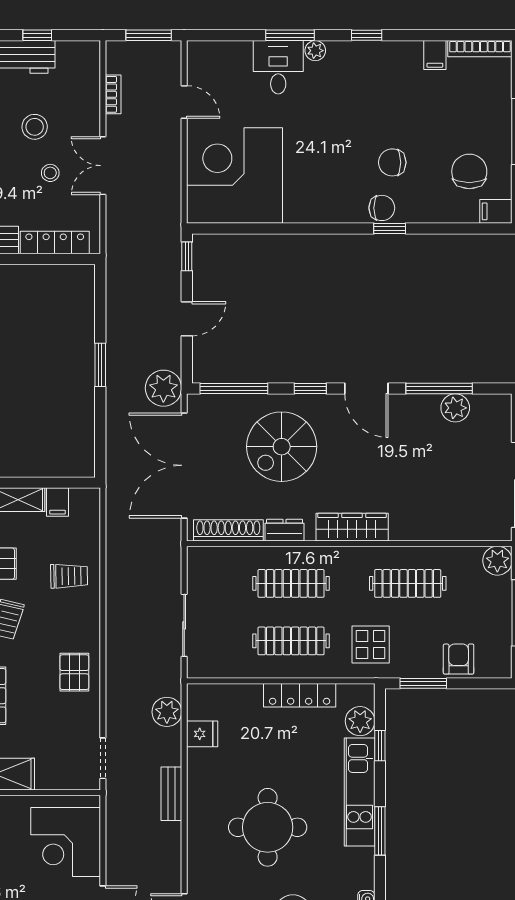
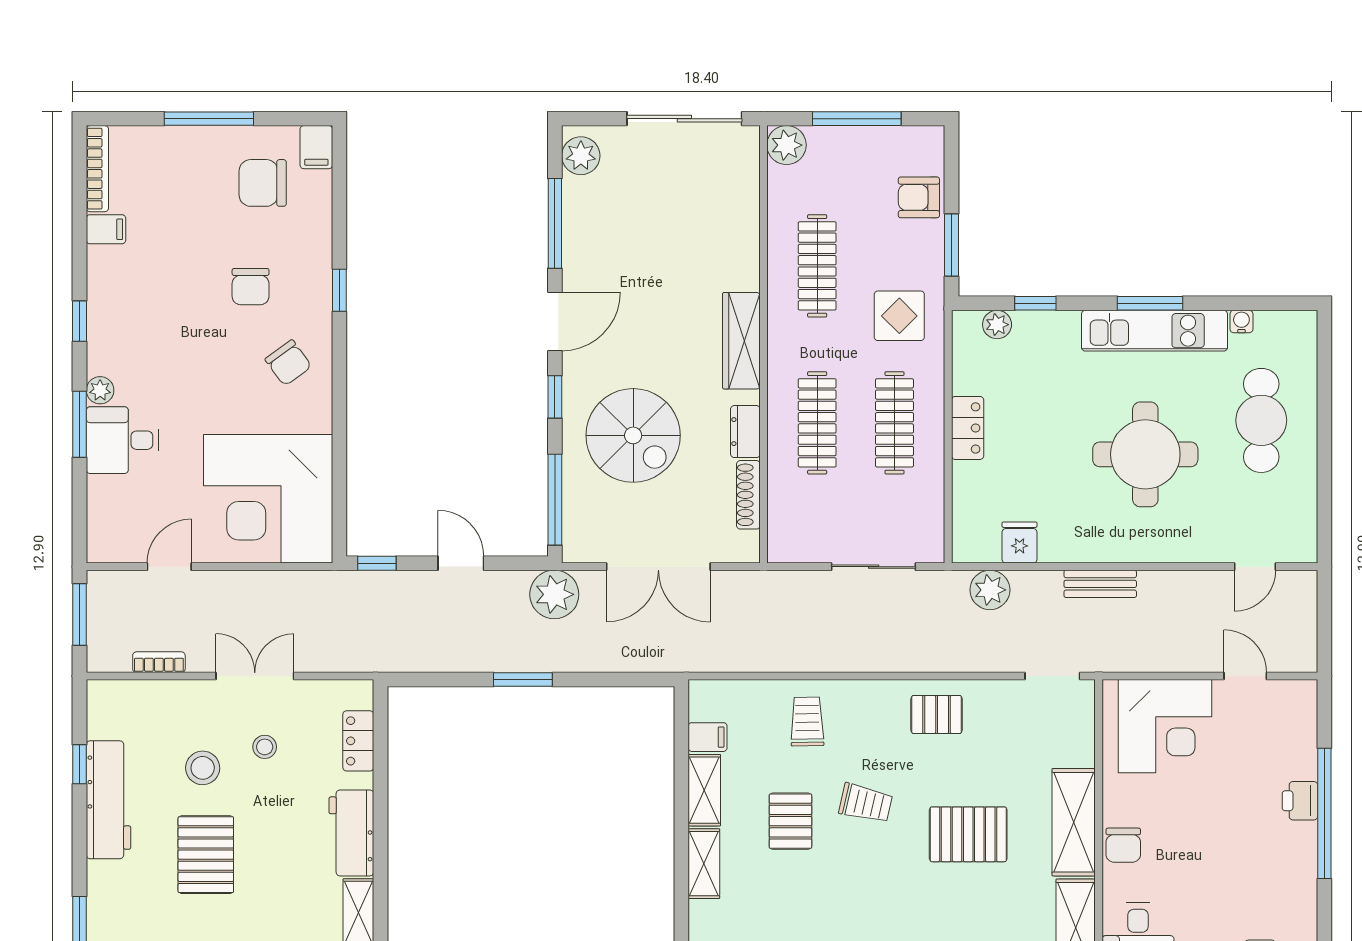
double door: (103, 166) -> (255, 676), swing flipped
chair: (382, 208) -> (288, 363), moved, turned 144
locker: (55, 243) -> (358, 741), width x0.66
plant: (455, 408) -> (581, 156), moved
double door: (184, 465) -> (658, 567), width x0.73
shoe rack: (228, 530) -> (748, 495), width x0.74, depth x0.81
locker: (300, 695) -> (968, 428), width x0.66
plant: (360, 721) -> (997, 325), width x0.73, depth x0.73
kitchen unit: (360, 792) -> (1155, 331), moved

